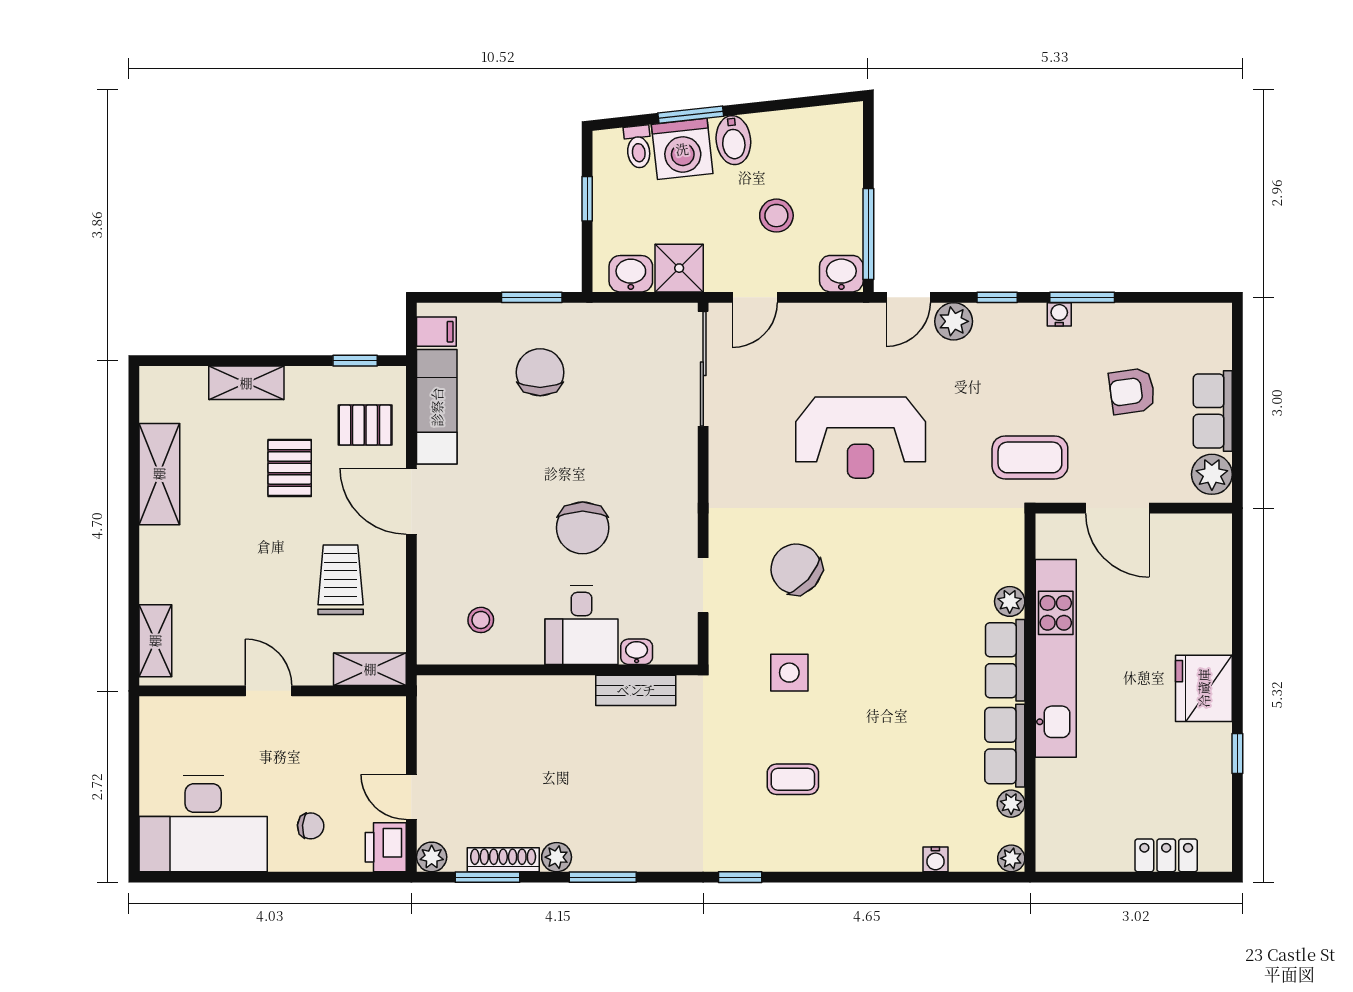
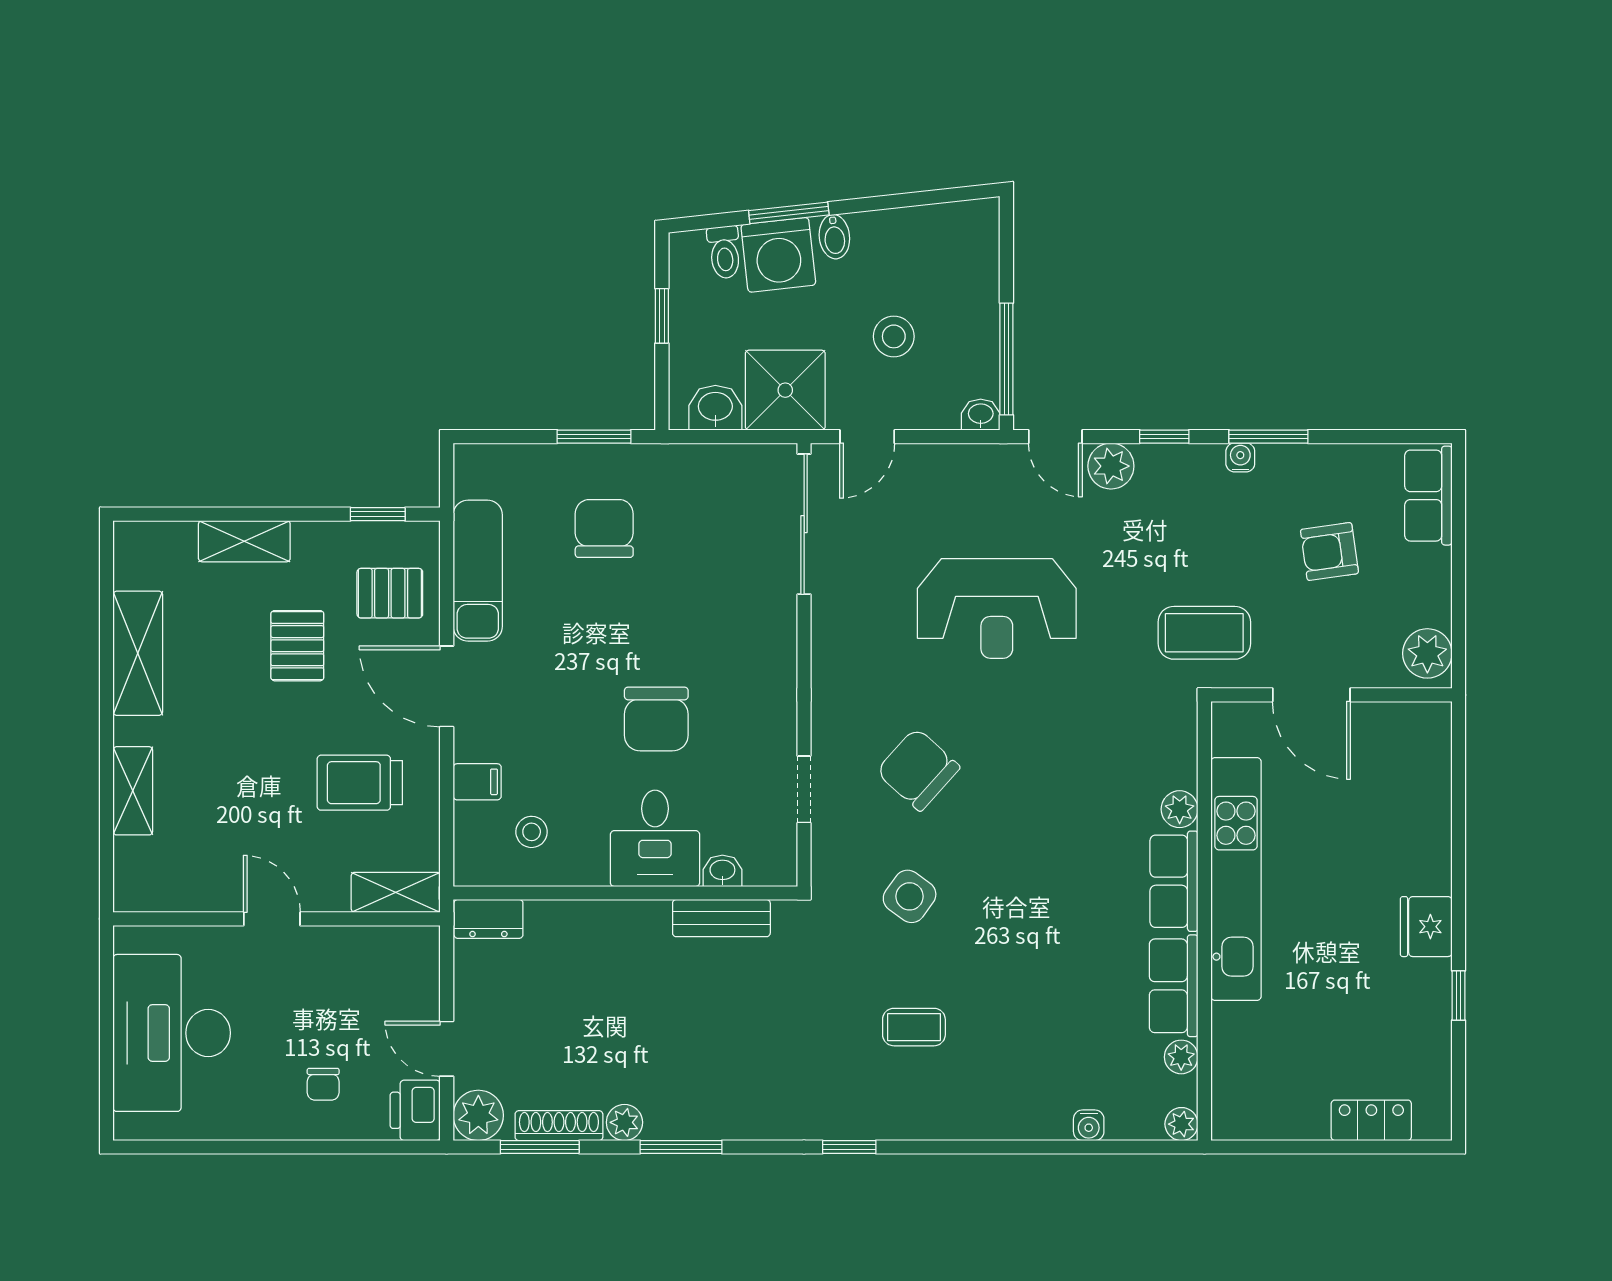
bidet: (733, 140) -> (834, 237), width x0.72, depth x0.74
shower: (679, 268) -> (785, 390), width x1.36, depth x1.36
washbasin: (841, 274) -> (981, 415), width x0.72, depth x0.69
door: (908, 297) -> (1055, 437), hinge flipped
filing cabinet: (436, 332) -> (477, 782), moved
row of seats: (1213, 411) -> (1428, 496), moved
trolley: (341, 580) -> (360, 783), turned -90
shelving: (155, 641) -> (133, 791), moved
side table: (789, 673) -> (910, 896), turned 36
fridge: (1204, 688) -> (1426, 927), width x0.73, depth x0.75
dresser: (446, 691) -> (488, 919), added
desk: (203, 824) -> (172, 1033), moved, turned 90
chair: (311, 826) -> (323, 1084), turned 86
plant: (432, 857) -> (478, 1115), width x1.38, depth x1.38

